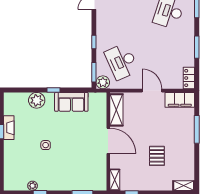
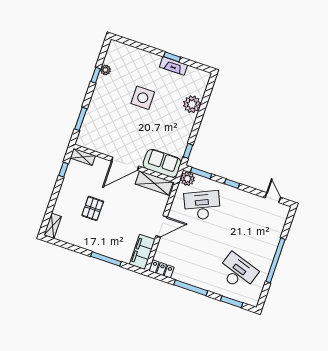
window: (197, 47) -> (191, 288), width x1.44
window: (53, 90) -> (188, 151), moved
sofa: (71, 102) -> (162, 163), moved, turned 90
side table: (46, 145) -> (143, 98), width x1.87, depth x1.87
pallet: (157, 156) -> (93, 208), turned 90

